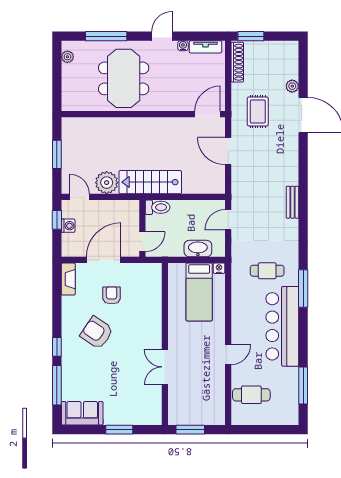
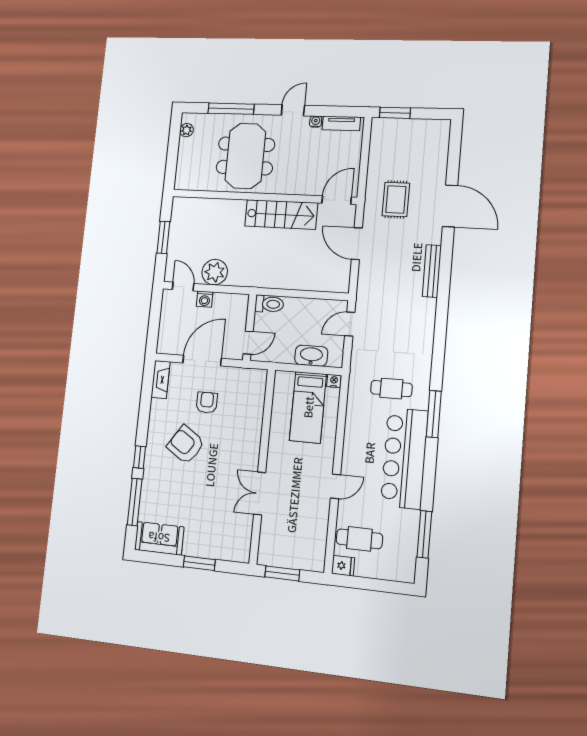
shoe rack: (237, 62) -> (377, 142), removed
plant: (292, 86) -> (439, 172), removed
stairs: (150, 182) -> (281, 214), moved, turned 180
bench: (292, 202) -> (432, 271), moved, width x1.36
window: (57, 220) -> (155, 311), removed
washing machine: (68, 226) -> (205, 299), moved, turned 90
fridge: (240, 418) -> (343, 566), added

